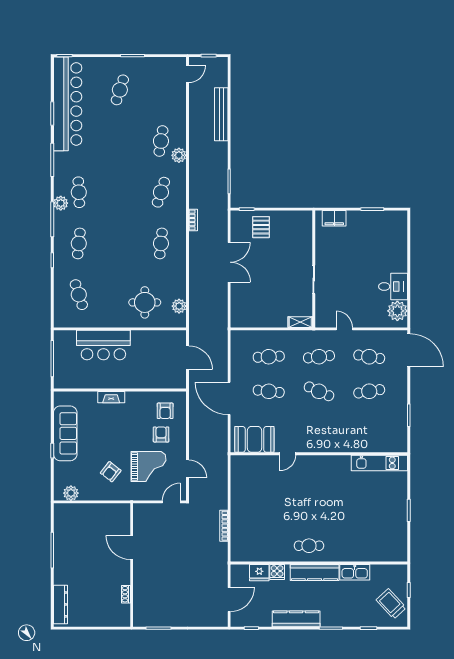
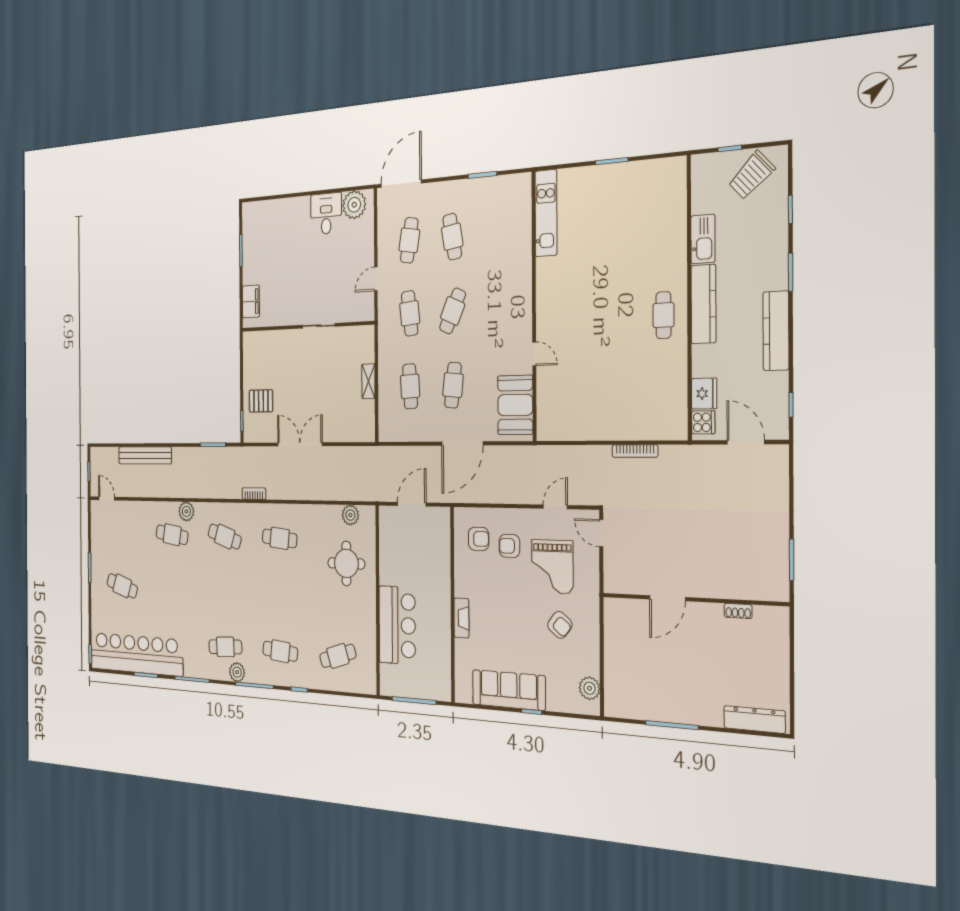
shelving: (300, 322) -> (368, 381), moved
grand piano: (148, 466) -> (552, 567), turned 180
cooker: (277, 572) -> (703, 422), moved

